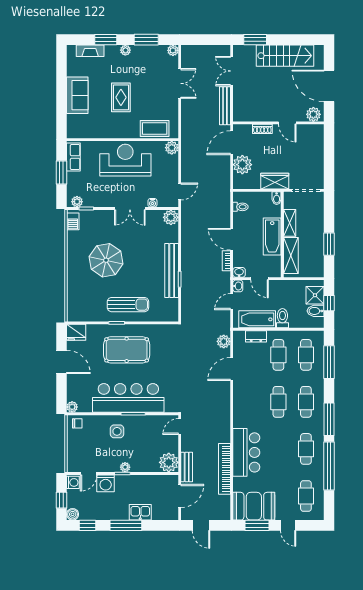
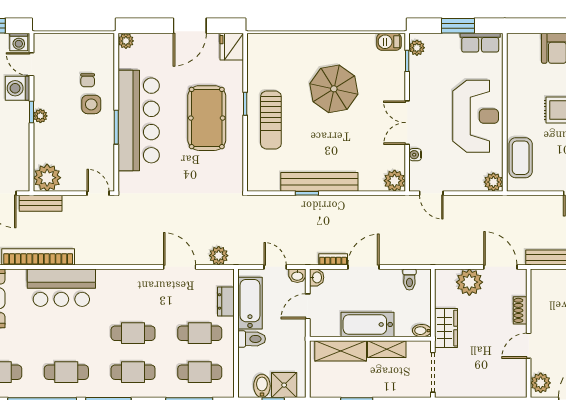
chair: (77, 423) -> (88, 80), moved

